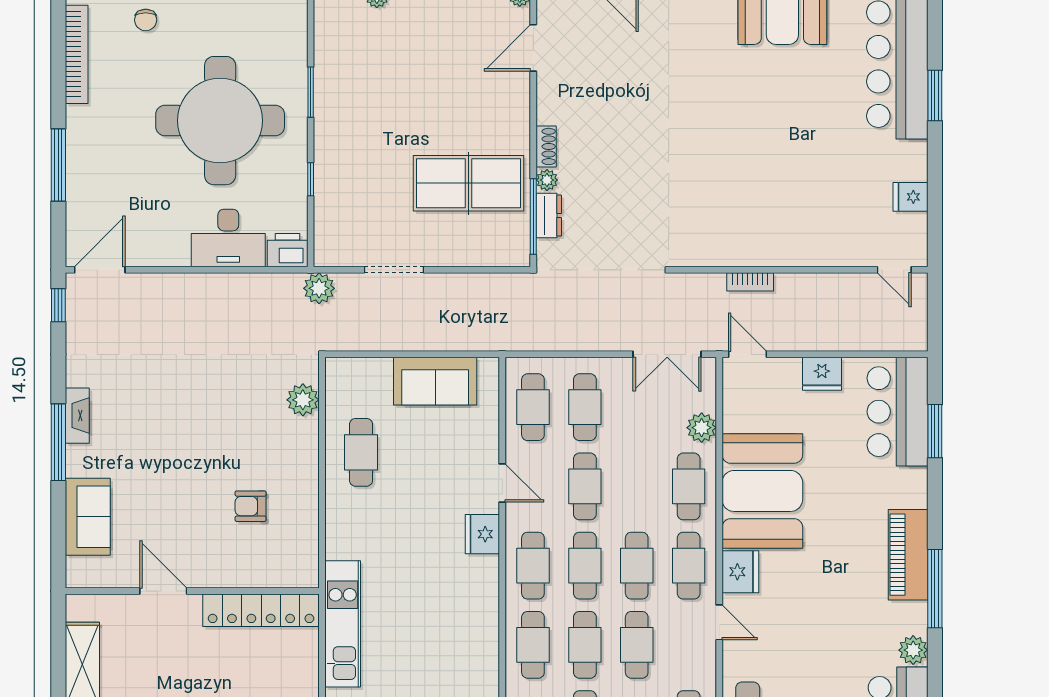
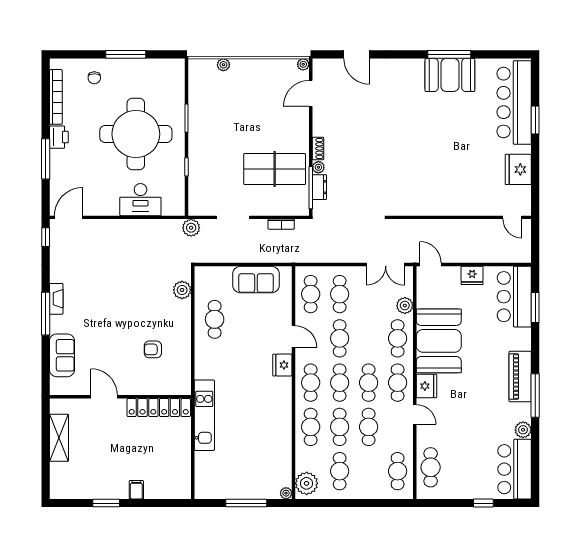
fridge: (911, 197) -> (518, 169), width x1.88, depth x1.34
printer: (288, 250) -> (59, 137), moved, turned 90
bookcase: (750, 282) -> (281, 224), moved

